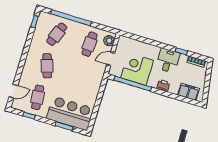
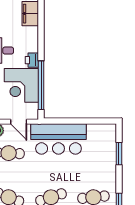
printer: (163, 86) -> (32, 60), moved
bar counter: (70, 113) -> (58, 139), moved, turned -90

